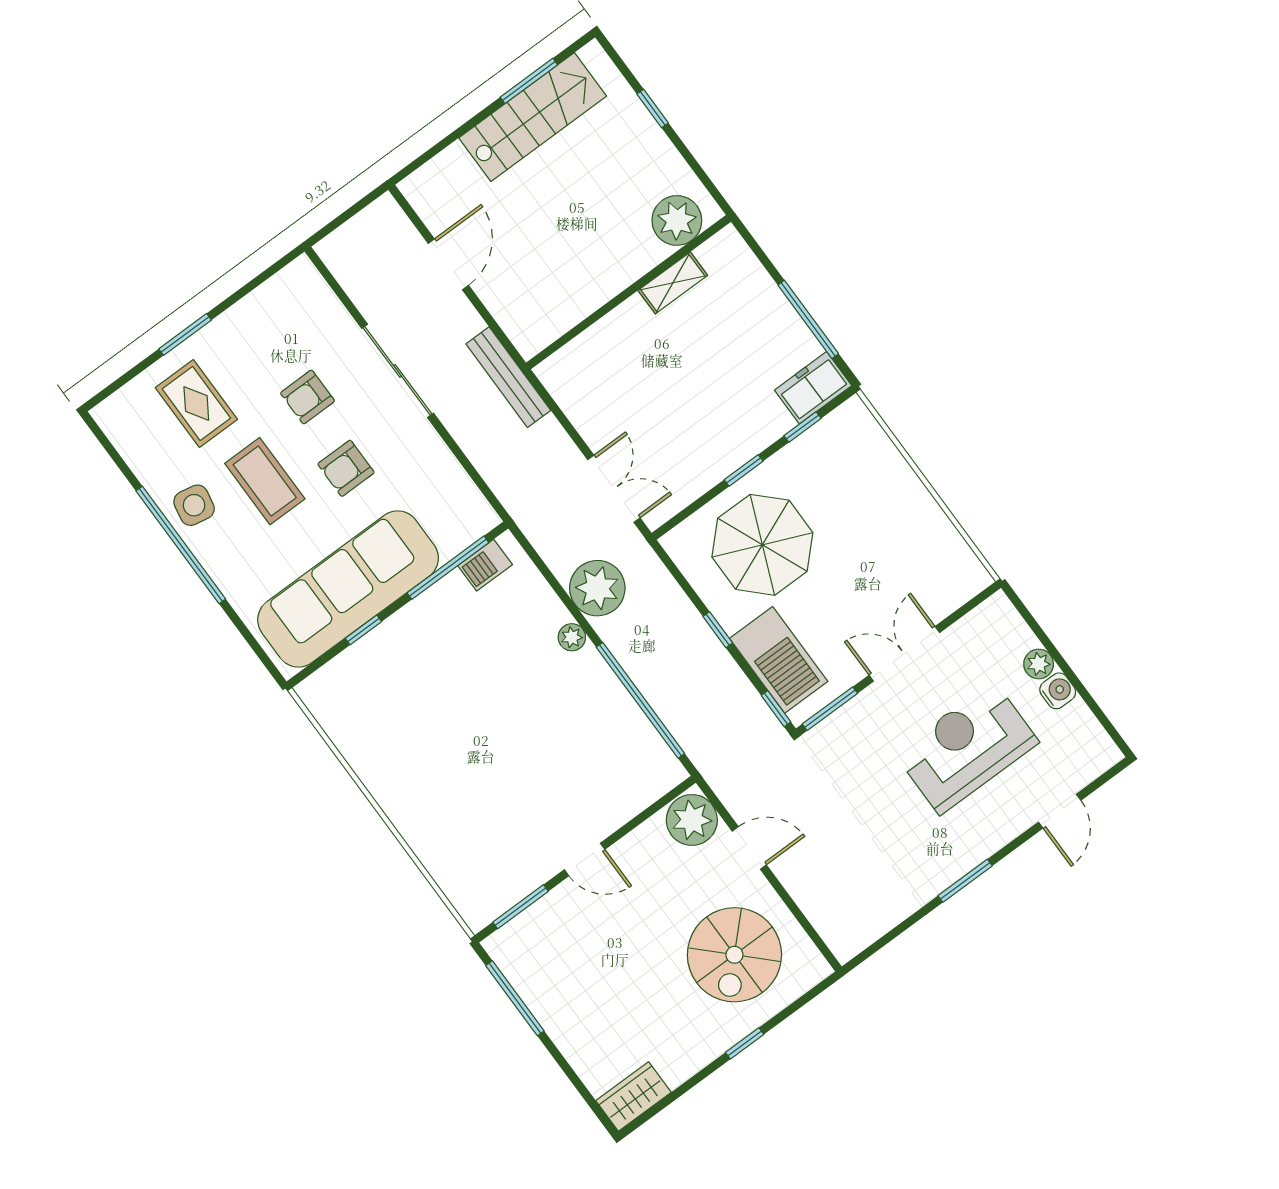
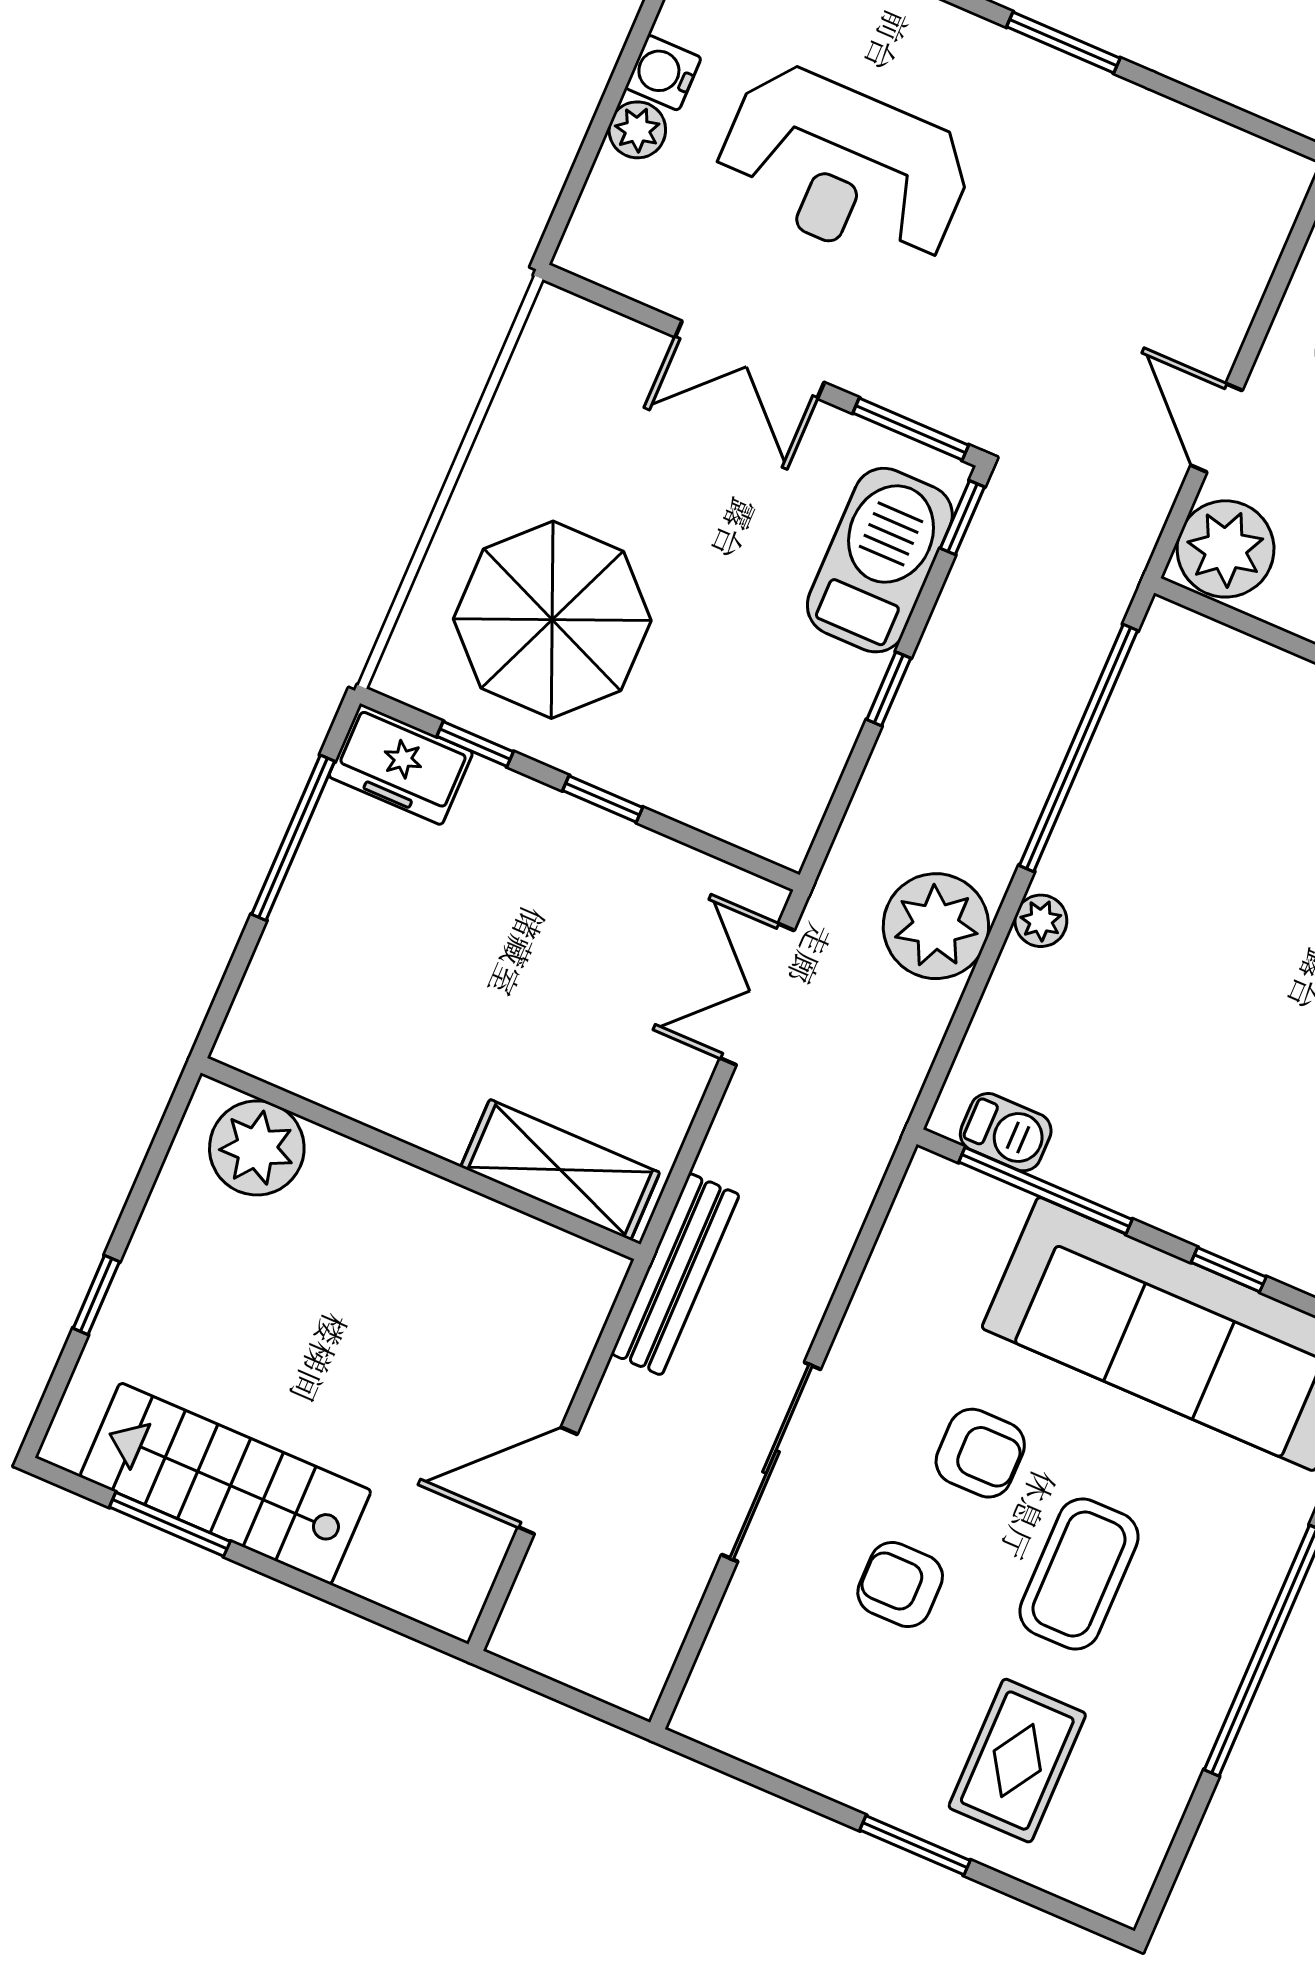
shelving: (673, 283) -> (560, 1170), moved, width x1.50, depth x1.33
armchair: (308, 397) -> (900, 1585), turned 180
side table: (194, 505) -> (1186, 1667), removed
parasol: (762, 545) -> (552, 620), moved

